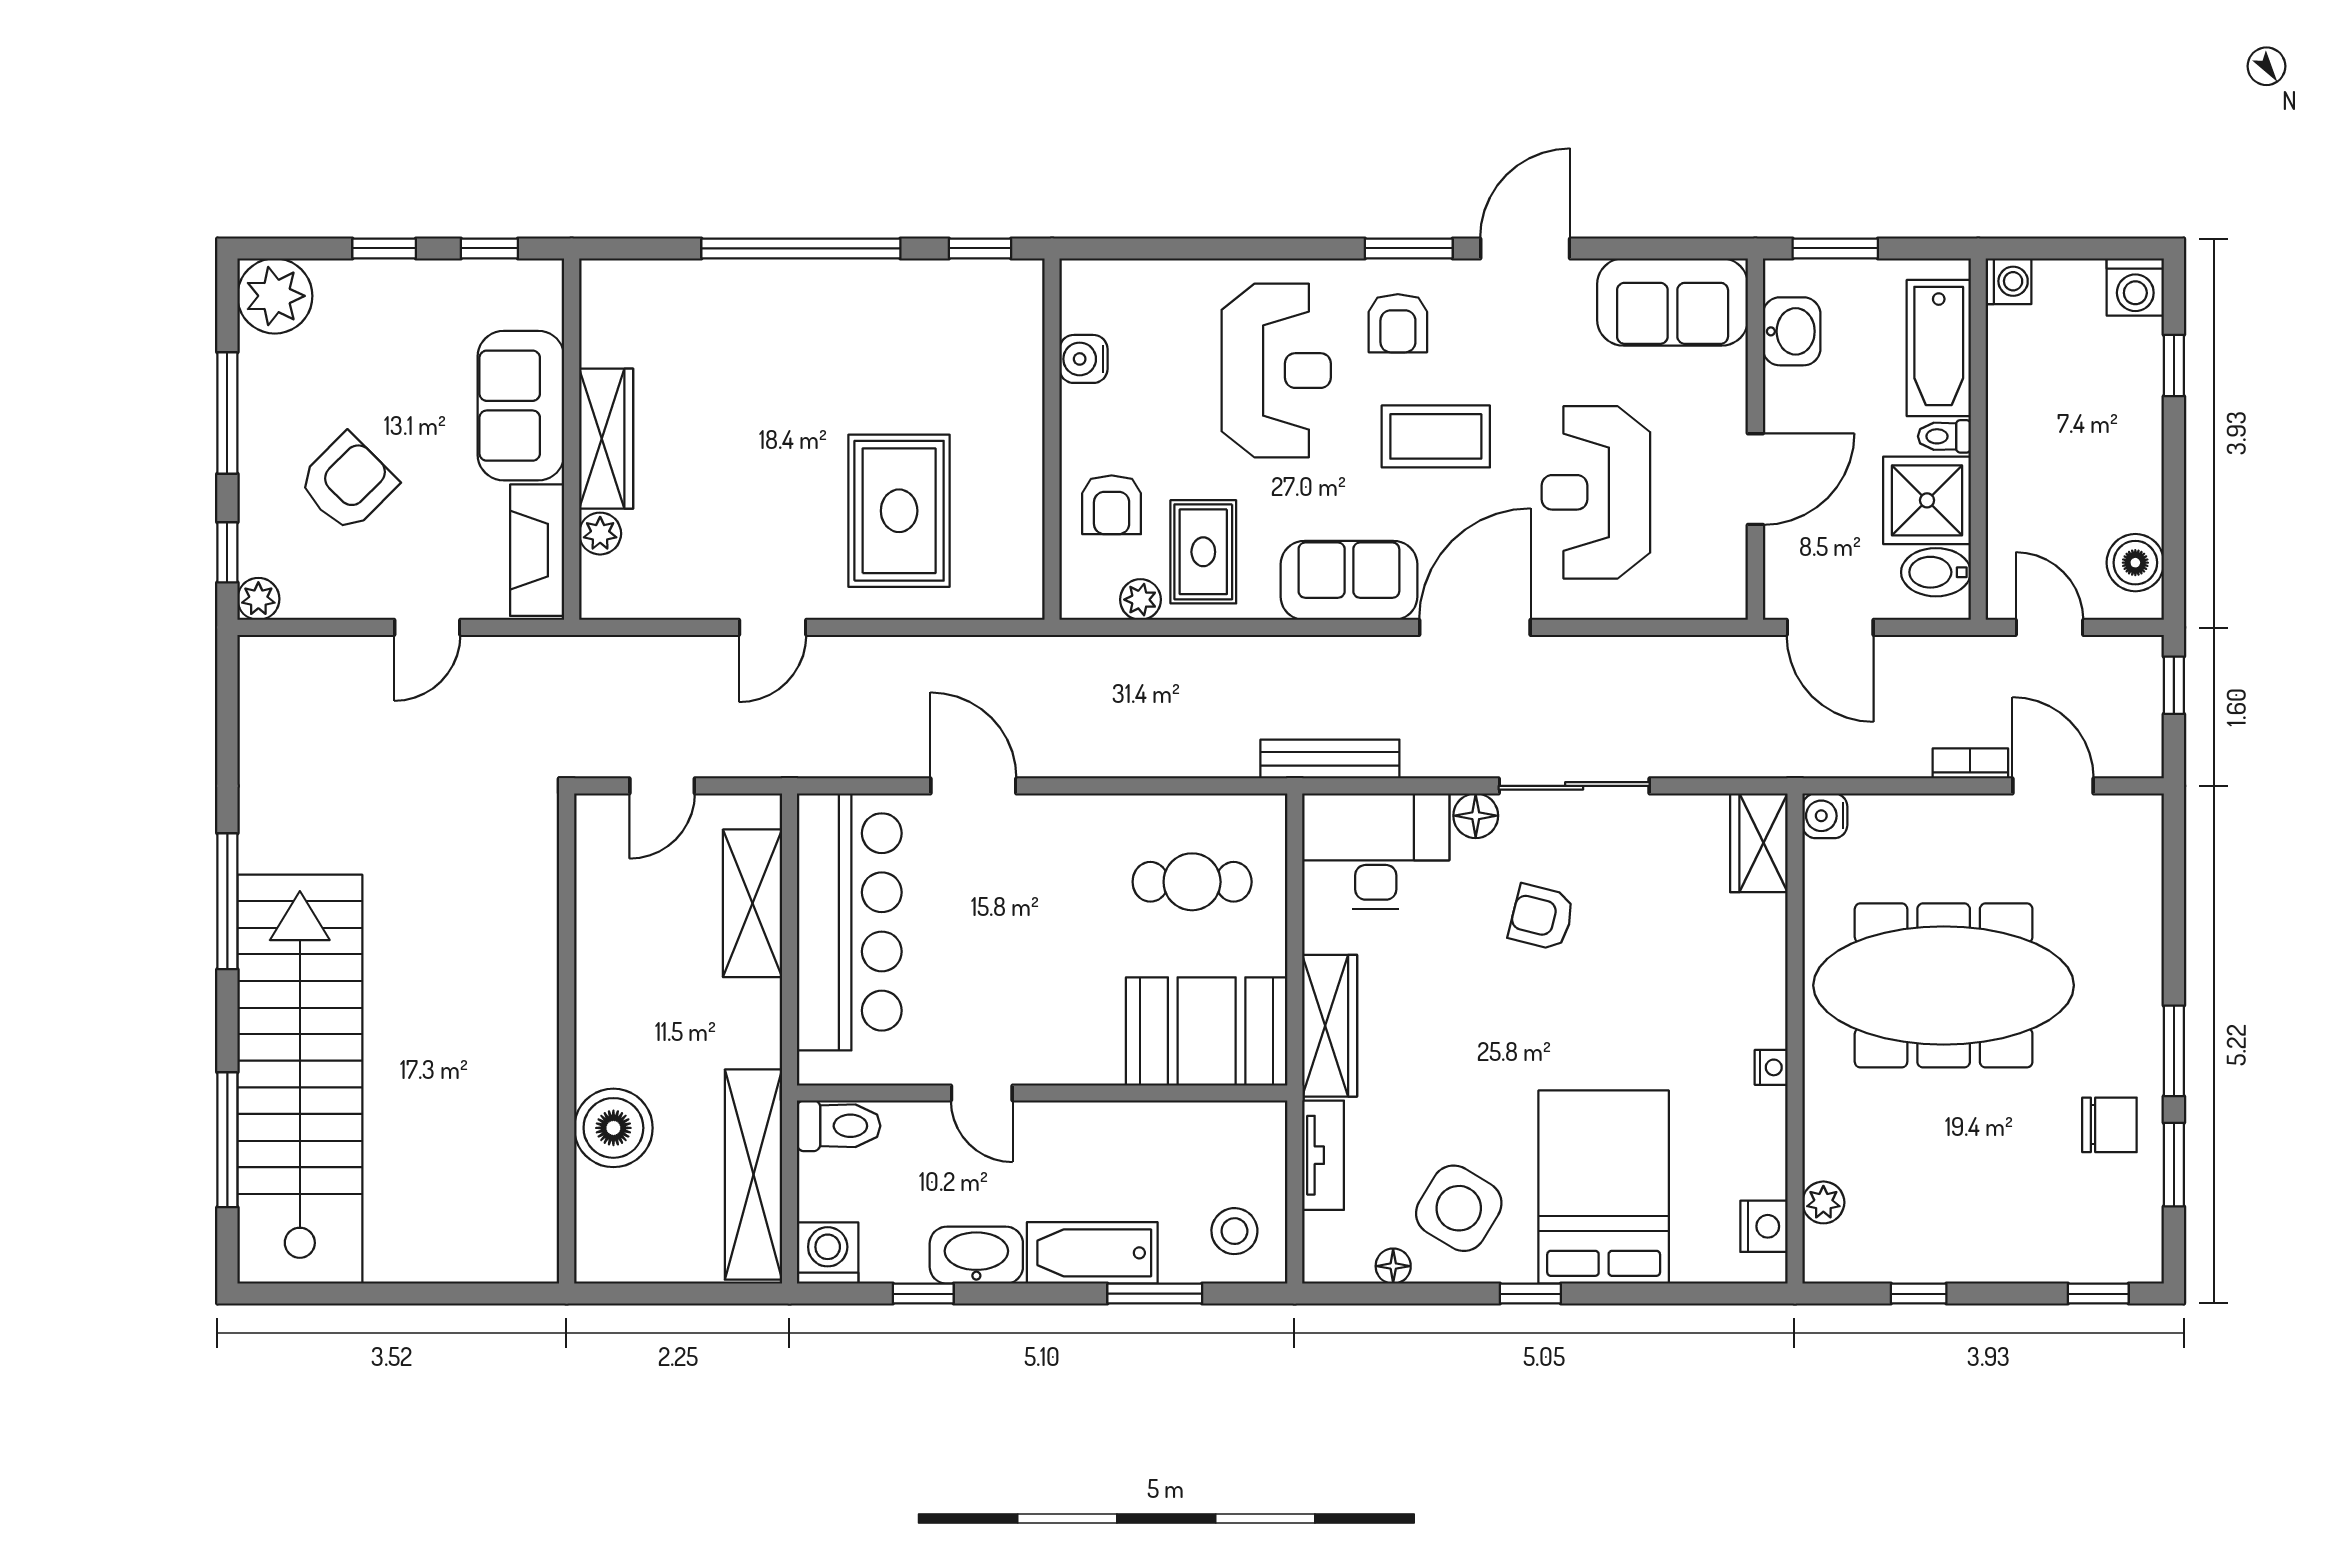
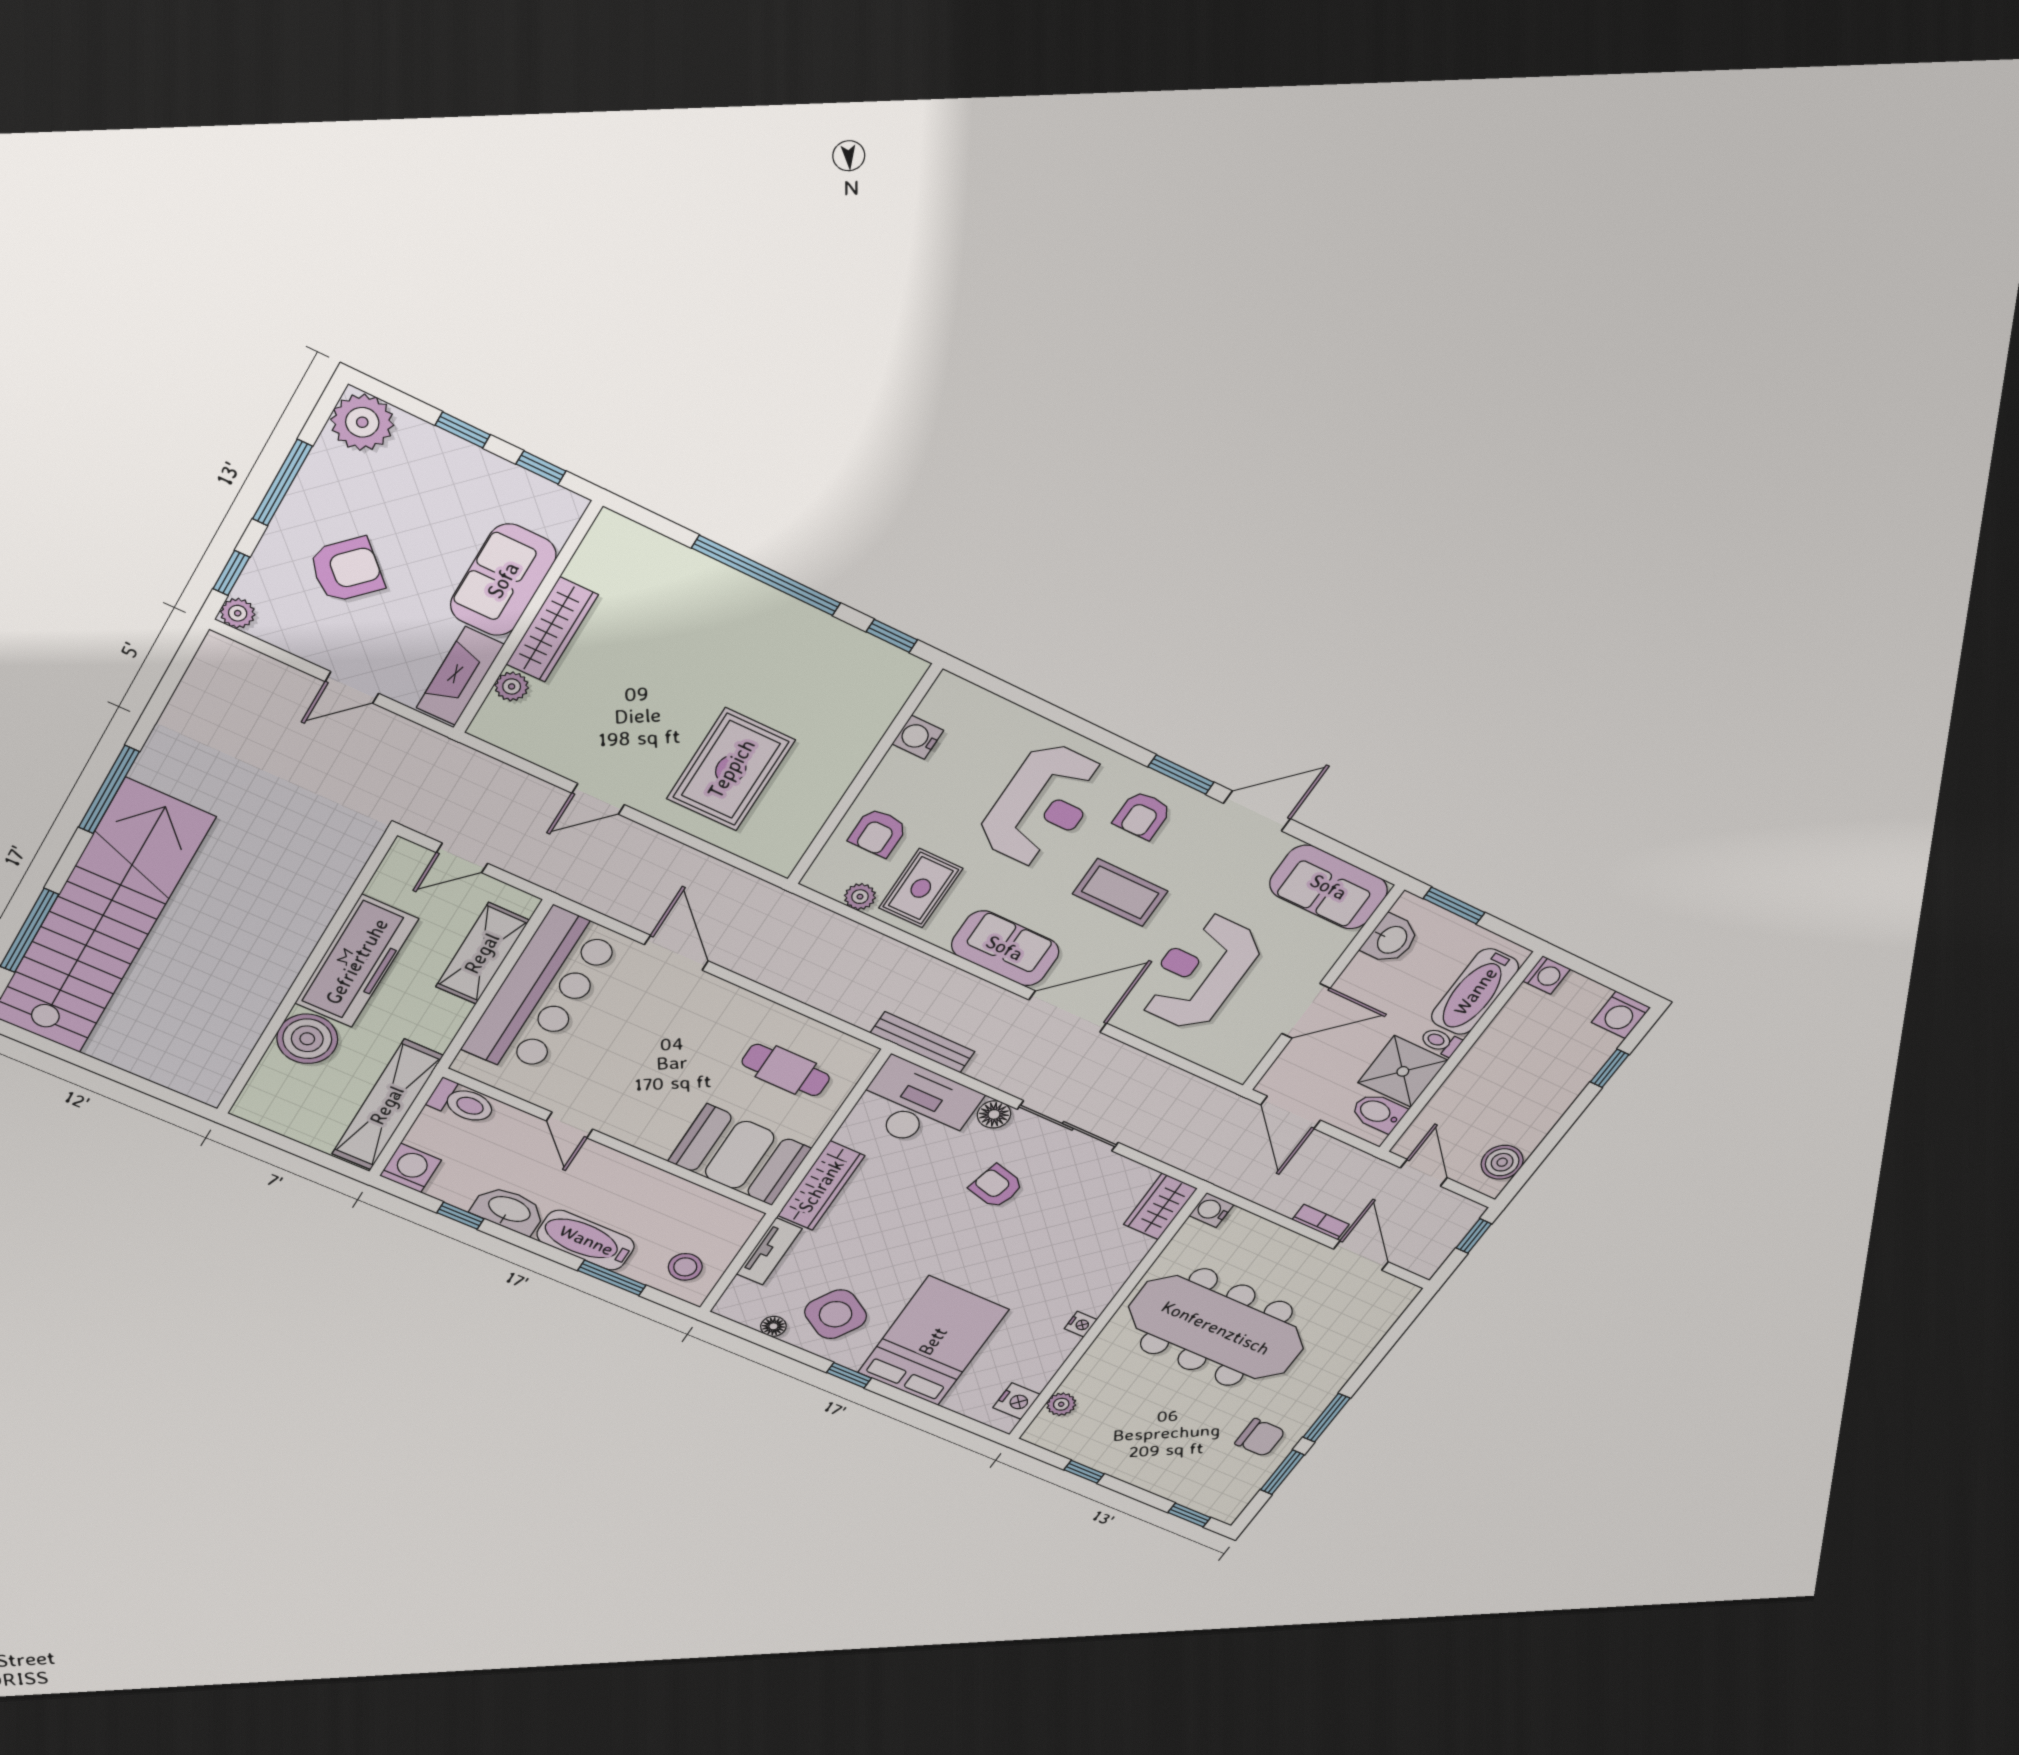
freezer: (615, 989) -> (357, 961), added

